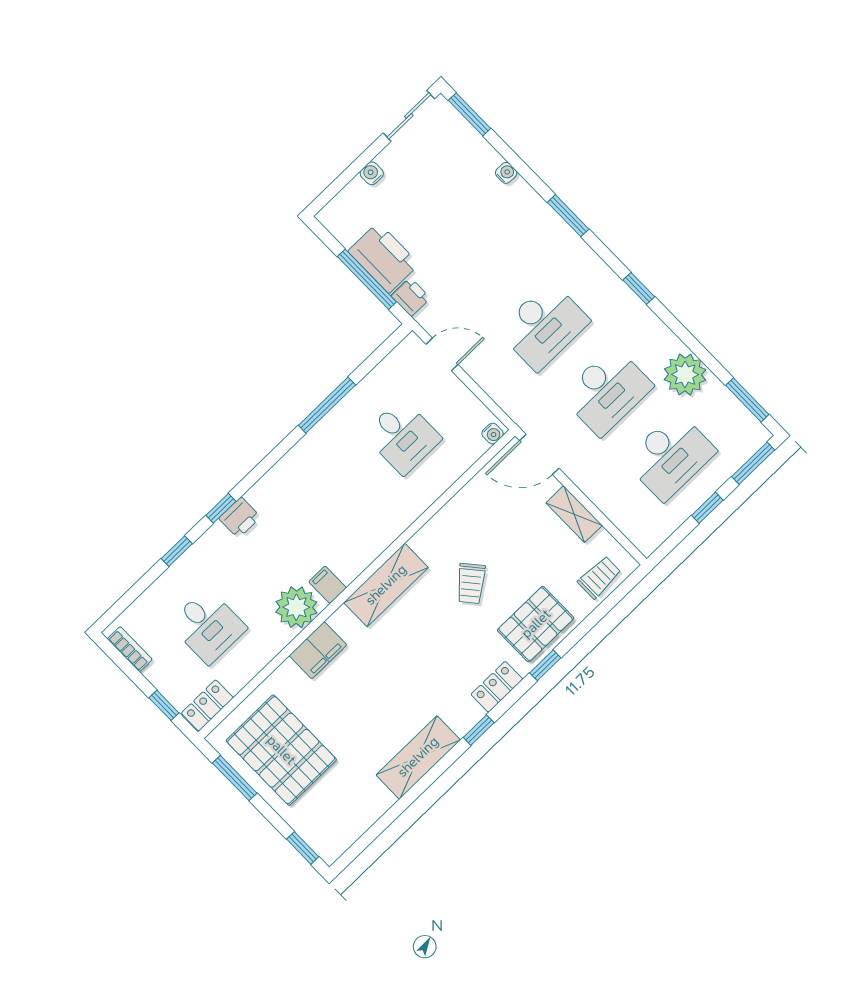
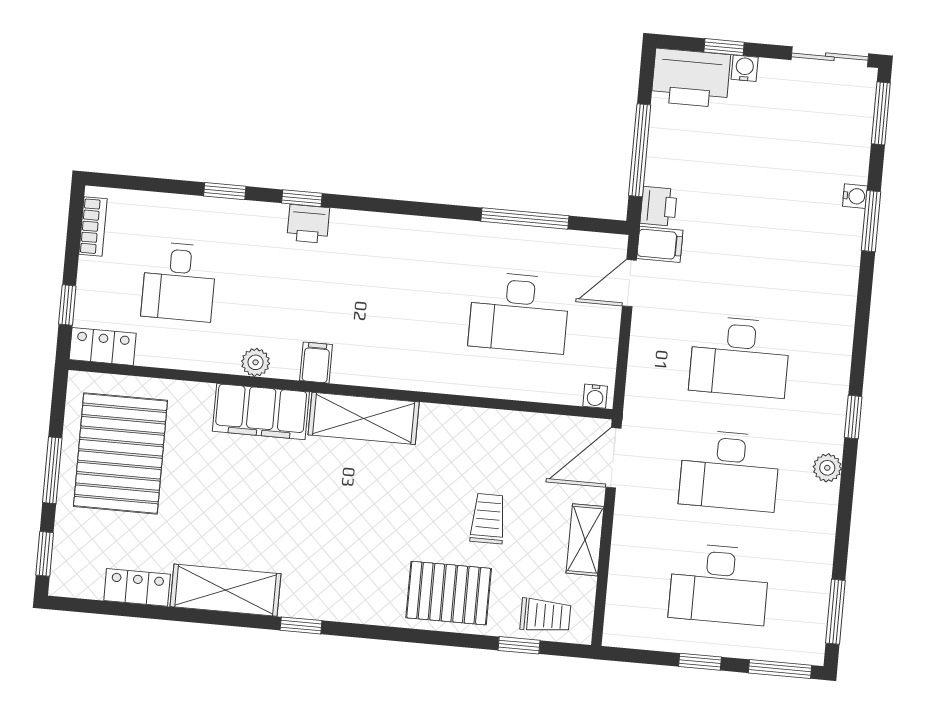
window: (348, 175) -> (724, 47), added
window: (568, 216) -> (871, 221), moved
printer: (384, 258) -> (691, 78), moved, turned 90
filing cabinet: (434, 316) -> (660, 244), added
door: (442, 354) -> (629, 283), swing flipped
plant: (685, 375) -> (827, 468), moved, width x0.53, depth x0.53
window: (327, 405) -> (525, 218), moved
desk: (403, 436) -> (519, 313), width x1.37
door: (539, 454) -> (613, 458), hinge flipped
trolley: (471, 583) -> (488, 519), moved, turned 130
plant: (296, 607) -> (256, 362), width x0.53, depth x0.53
filing cabinet: (318, 650) -> (261, 412), width x1.50, depth x1.17
window: (545, 665) -> (519, 645), moved
locker: (497, 687) -> (137, 587), moved
window: (235, 778) -> (52, 470), moved

